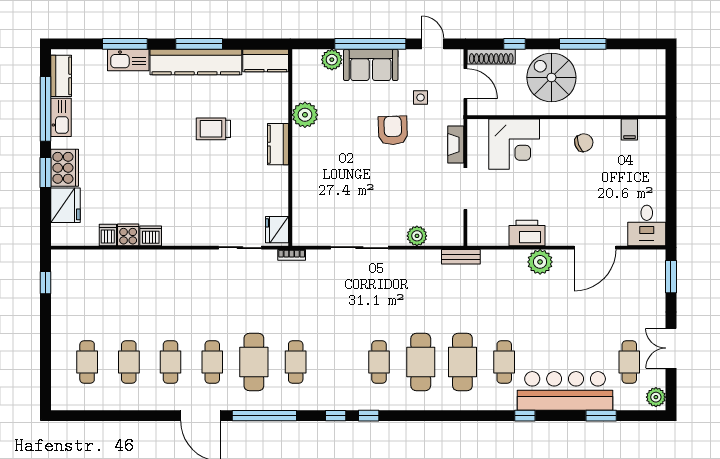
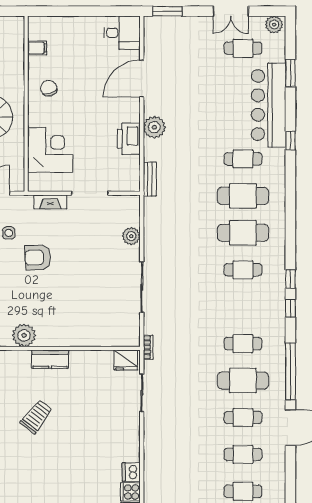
trolley: (213, 129) -> (36, 417), turned -142
door: (595, 248) -> (142, 79), swing flipped
bench: (461, 257) -> (150, 179), moved

